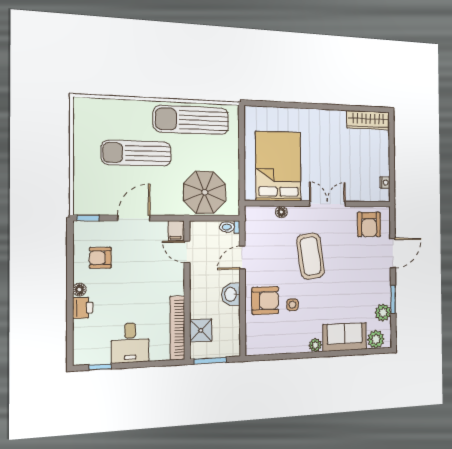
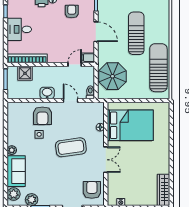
armchair: (369, 224) -> (92, 190), turned 90

